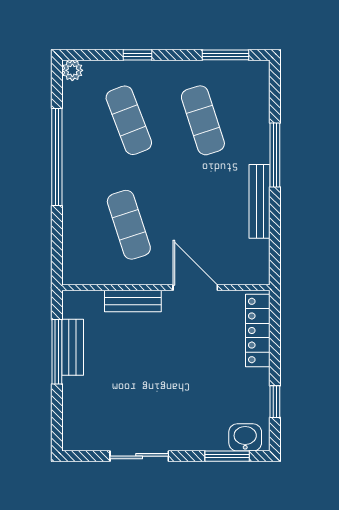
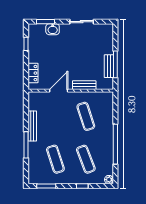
door: (195, 288) -> (59, 91), swing flipped
locker: (258, 330) -> (33, 73), width x0.66
washbasin: (245, 437) -> (53, 29), moved

